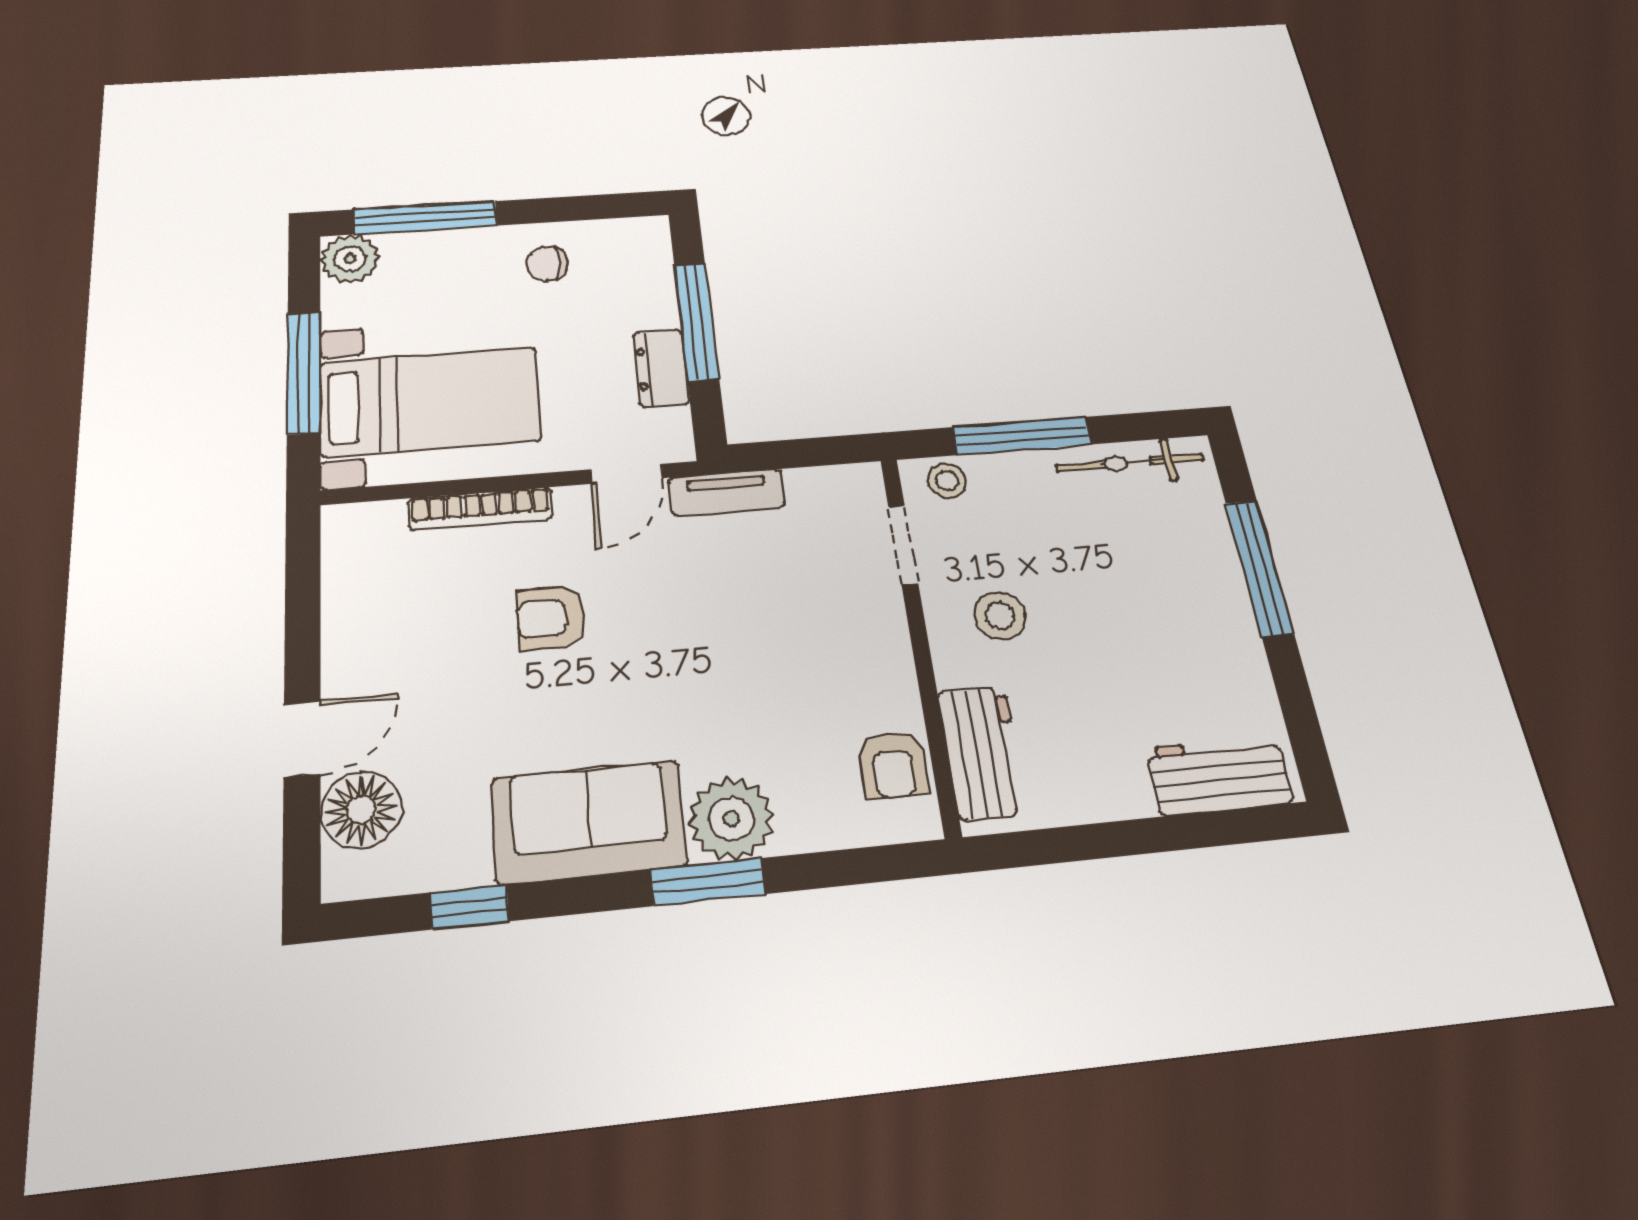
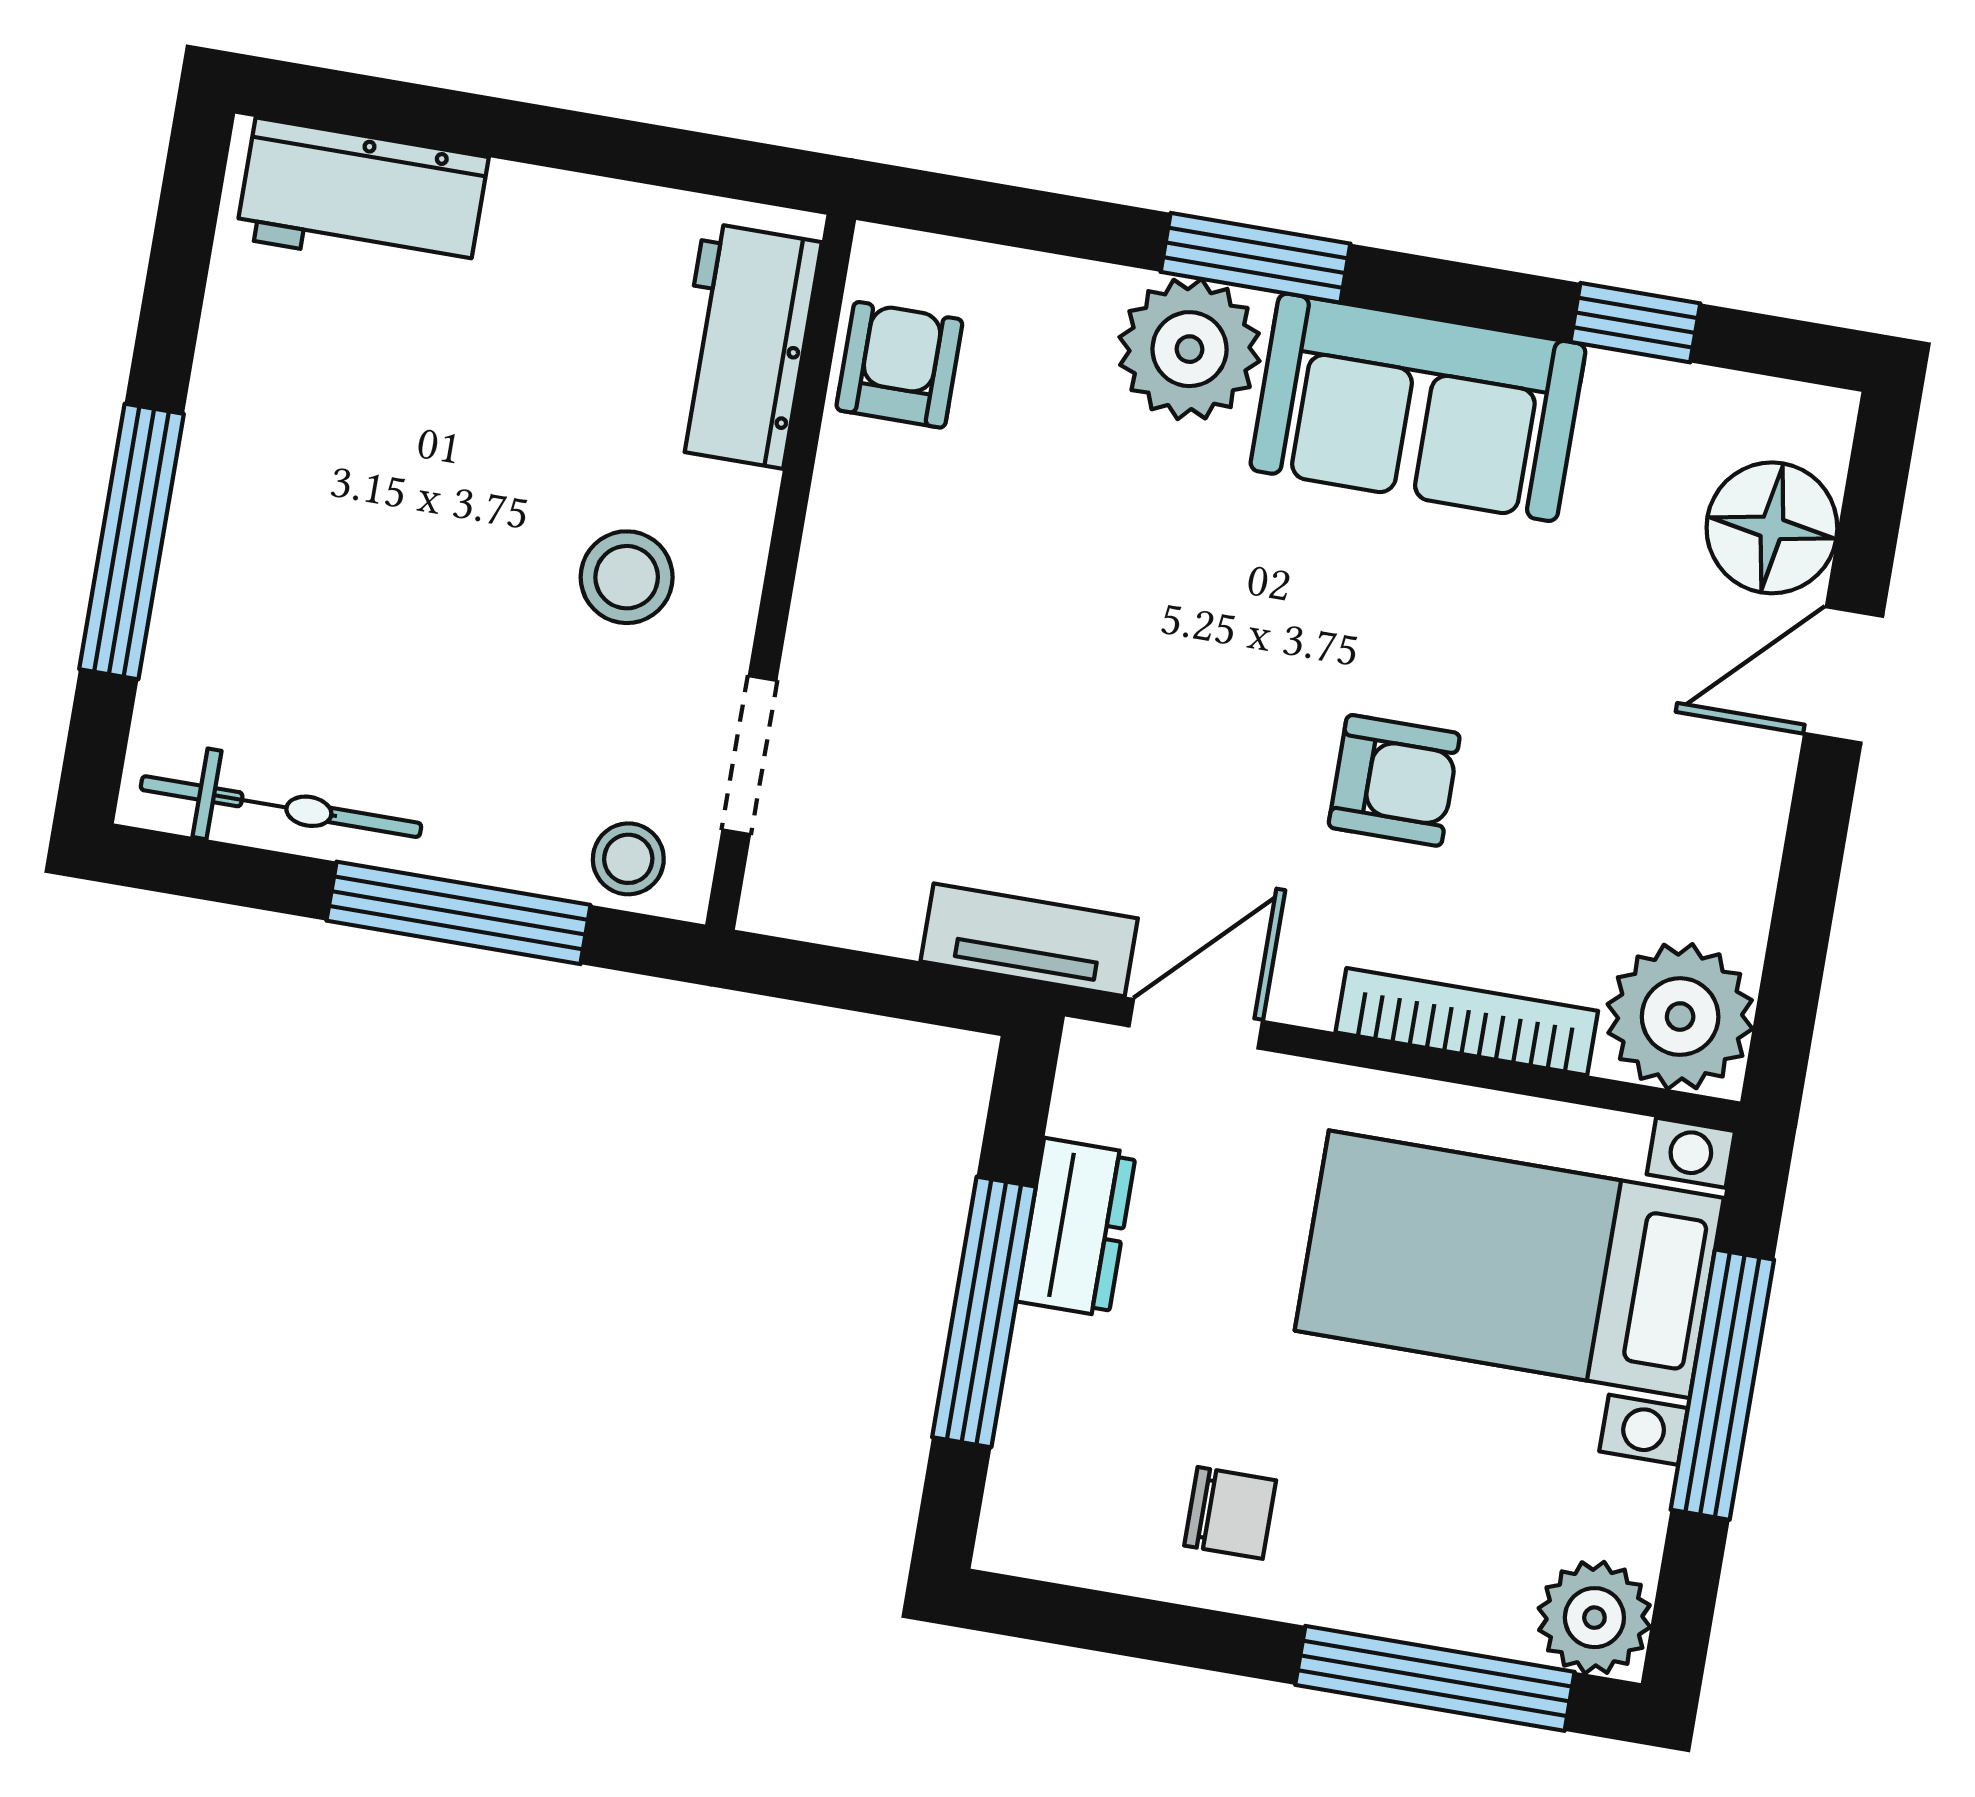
plant: (363, 539) -> (1680, 1017), added

